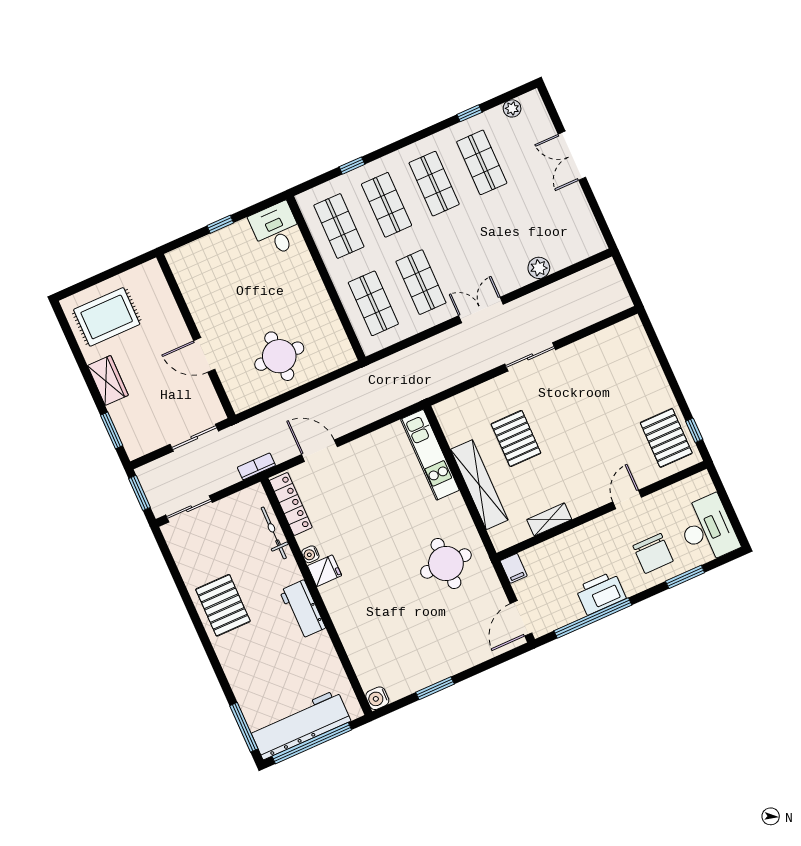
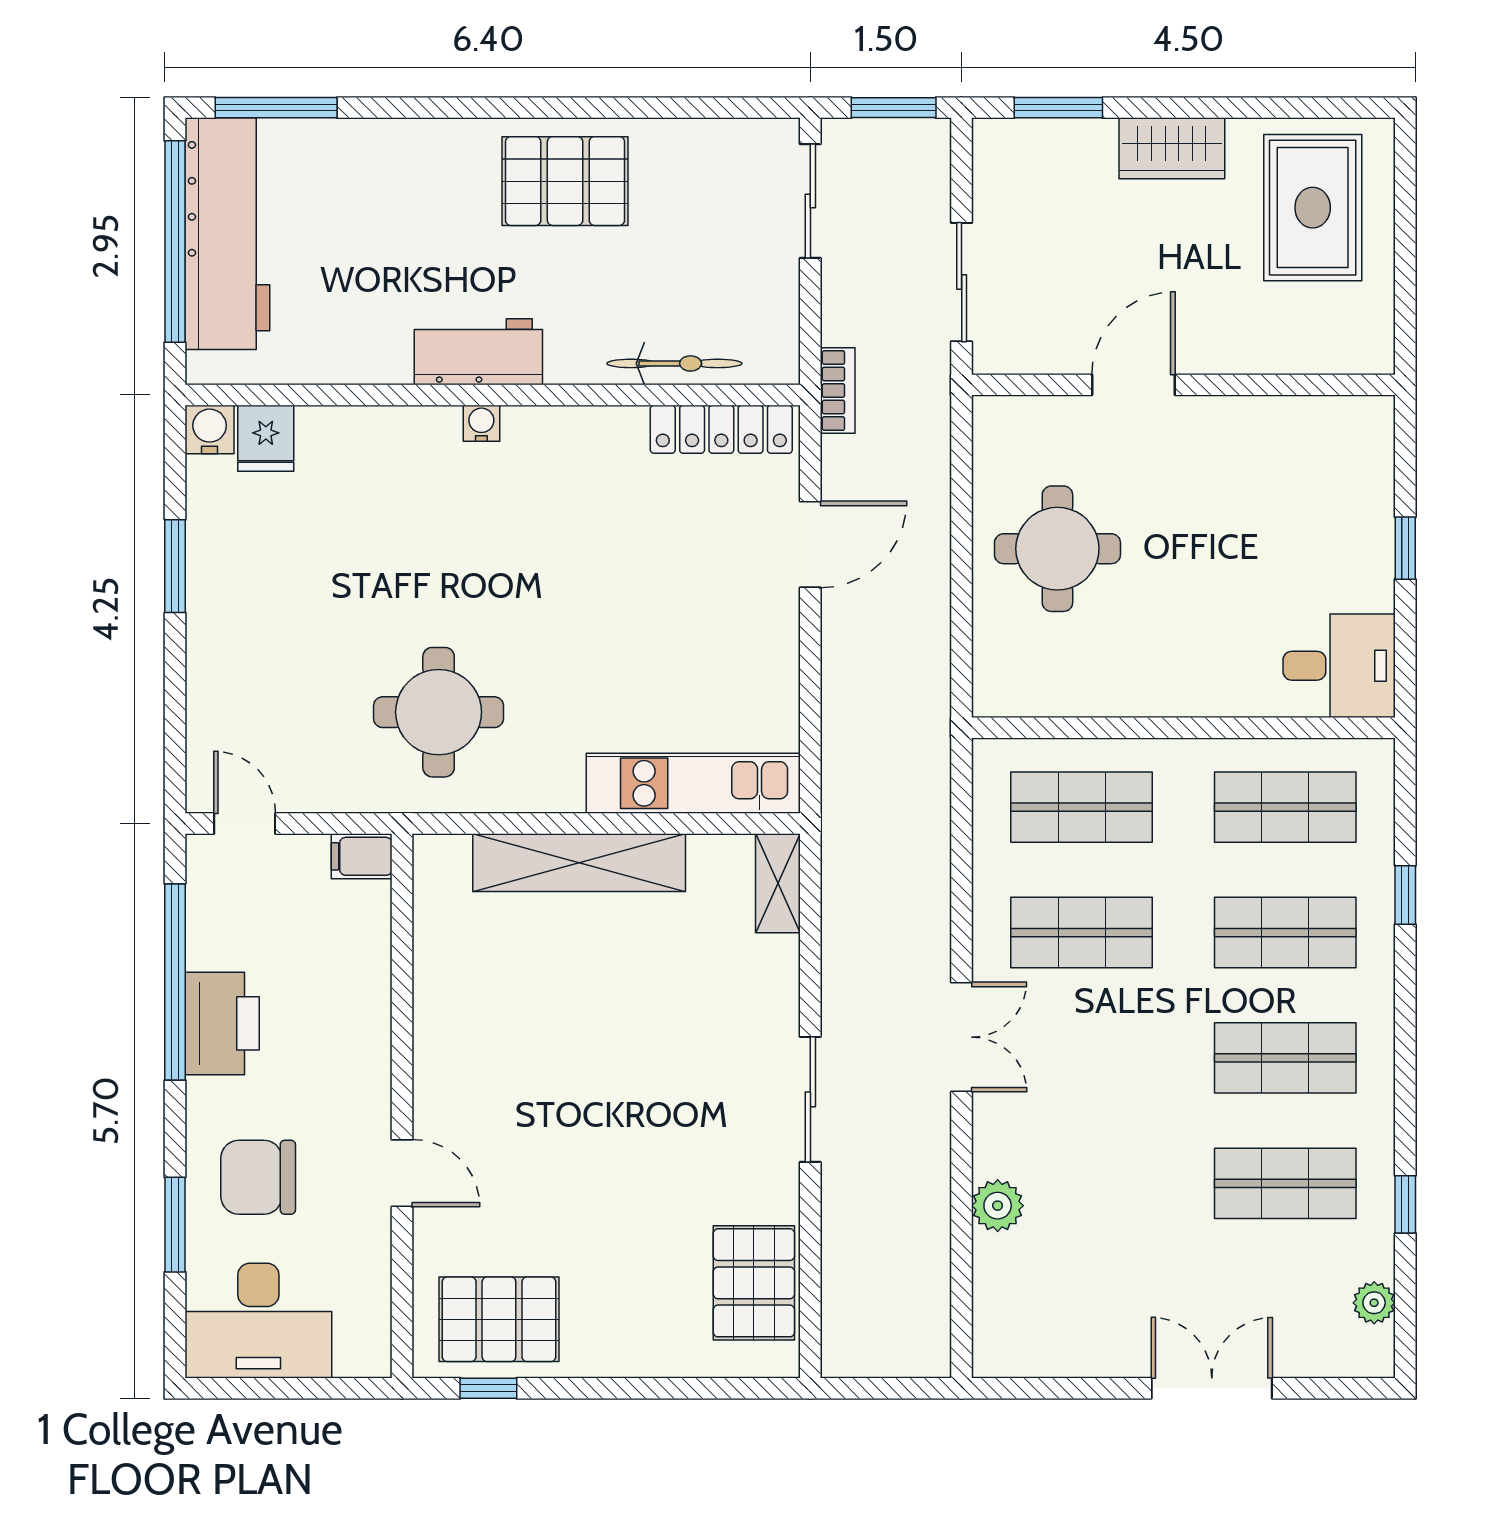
pallet: (516, 438) -> (754, 1283), moved, turned 90
shelving: (549, 519) -> (778, 883), moved
water cooler: (310, 554) -> (481, 423), moved
fridge: (325, 571) -> (266, 438), moved
door: (521, 618) -> (245, 824), width x0.73

